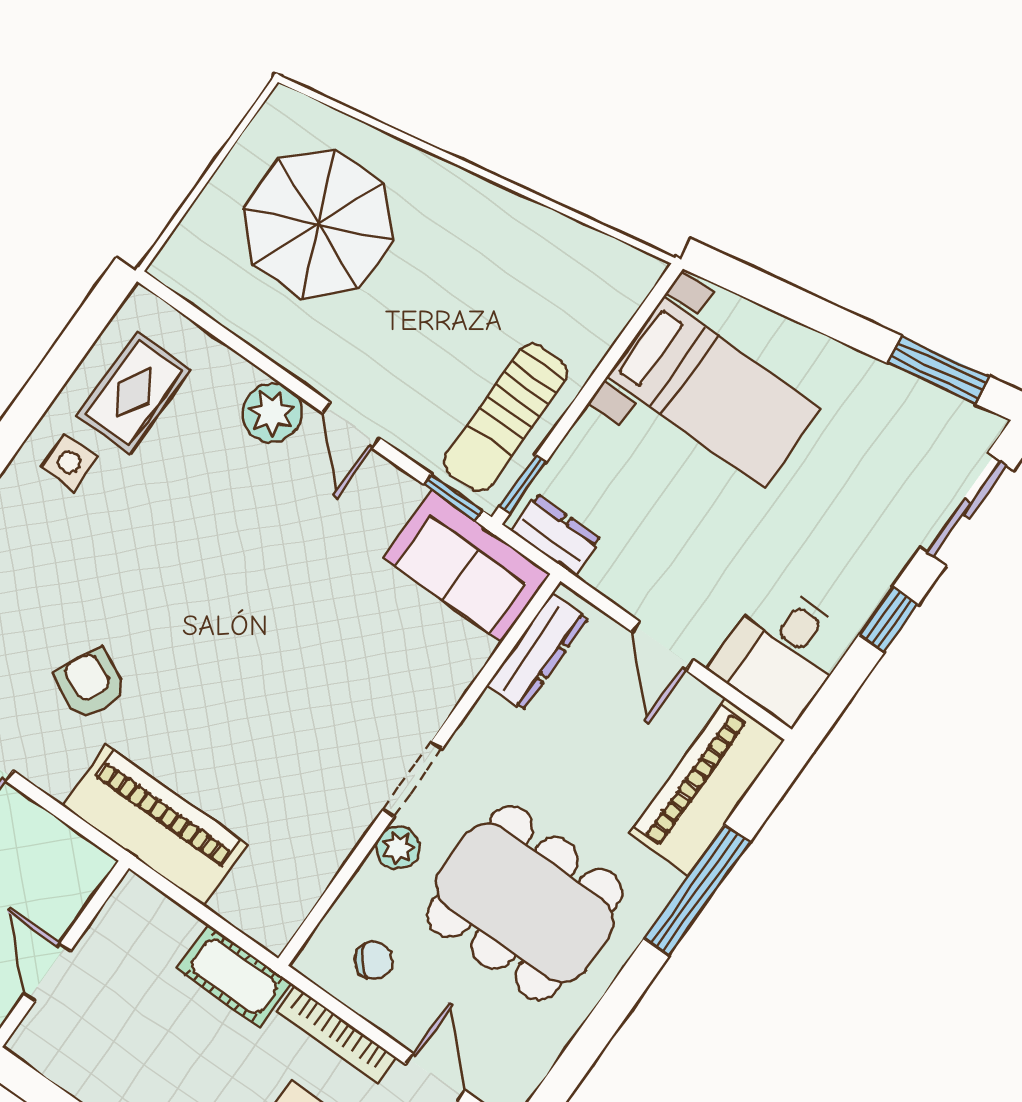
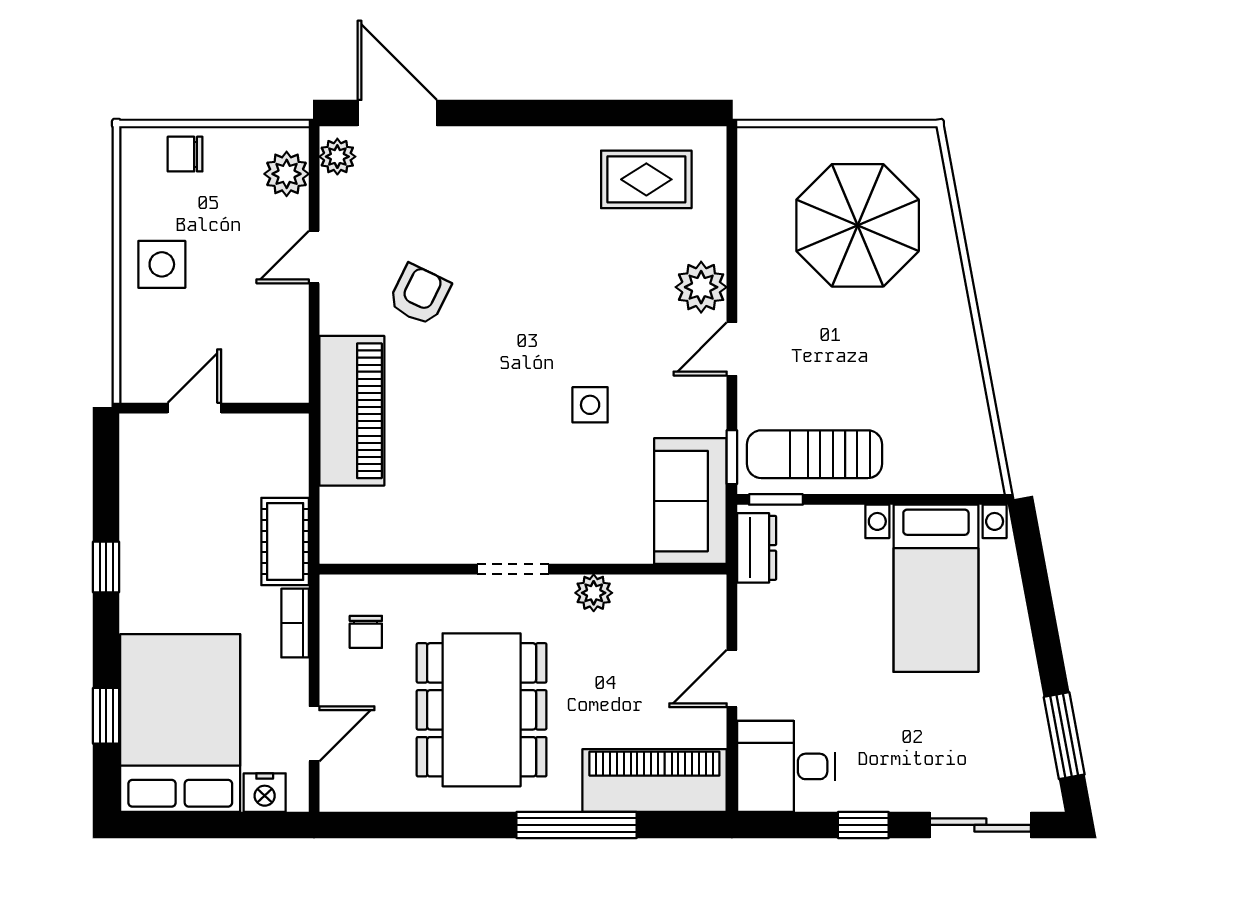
side table: (69, 462) -> (590, 405), moved
dresser: (538, 652) -> (665, 594), removed
plant: (398, 848) -> (594, 593), moved
chair: (373, 960) -> (366, 632), turned 39
bookcase: (336, 1034) -> (295, 623), width x0.64

